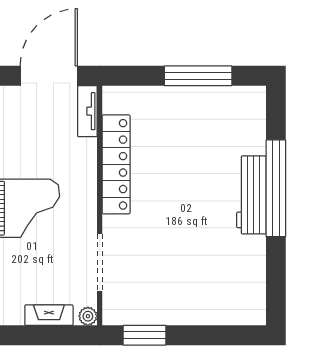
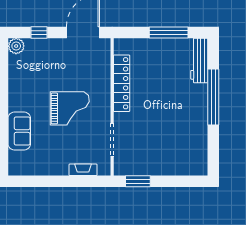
tv unit: (87, 111) -> (105, 53), removed
workbench: (251, 195) -> (199, 60), moved
plant: (88, 316) -> (105, 170), removed

